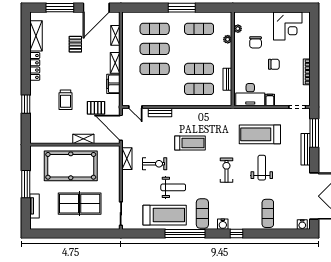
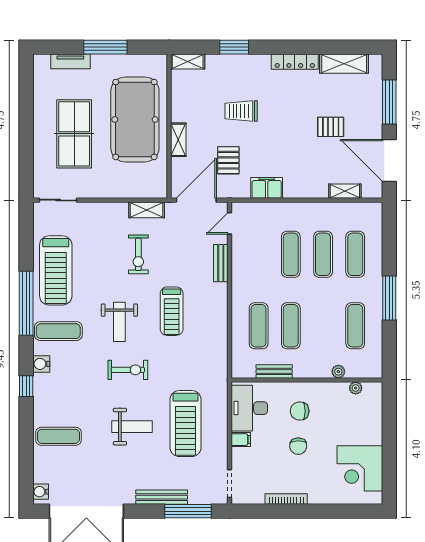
chair: (256, 42) -> (300, 411), moved
shelving: (115, 63) -> (188, 61), moved
treadmill: (260, 134) -> (186, 424), turned 180
weight bench: (173, 187) -> (119, 322), moved

